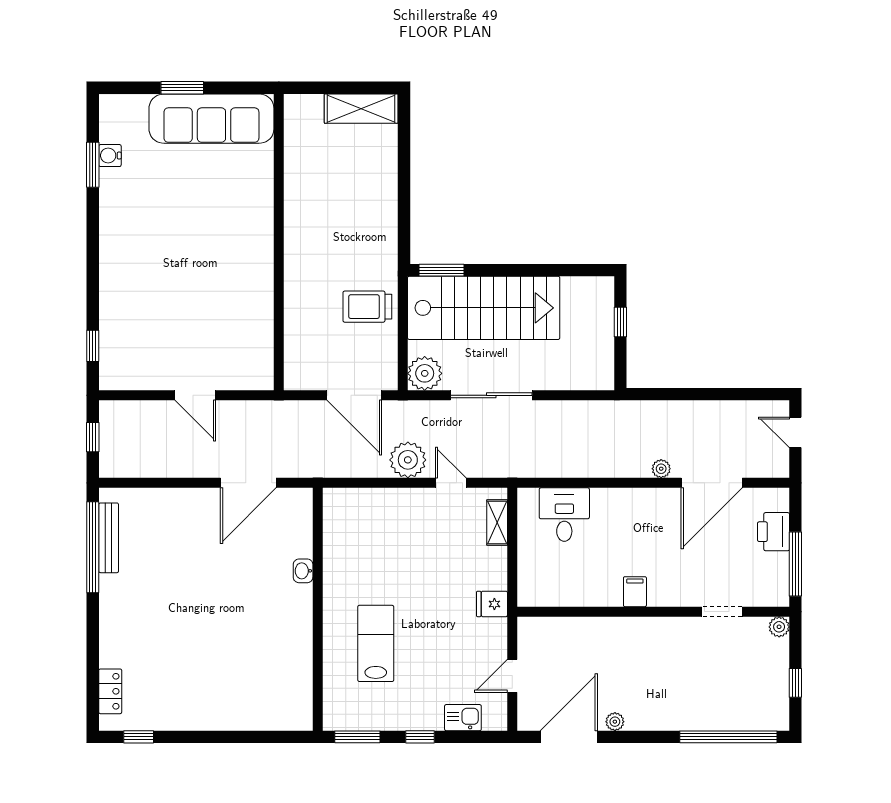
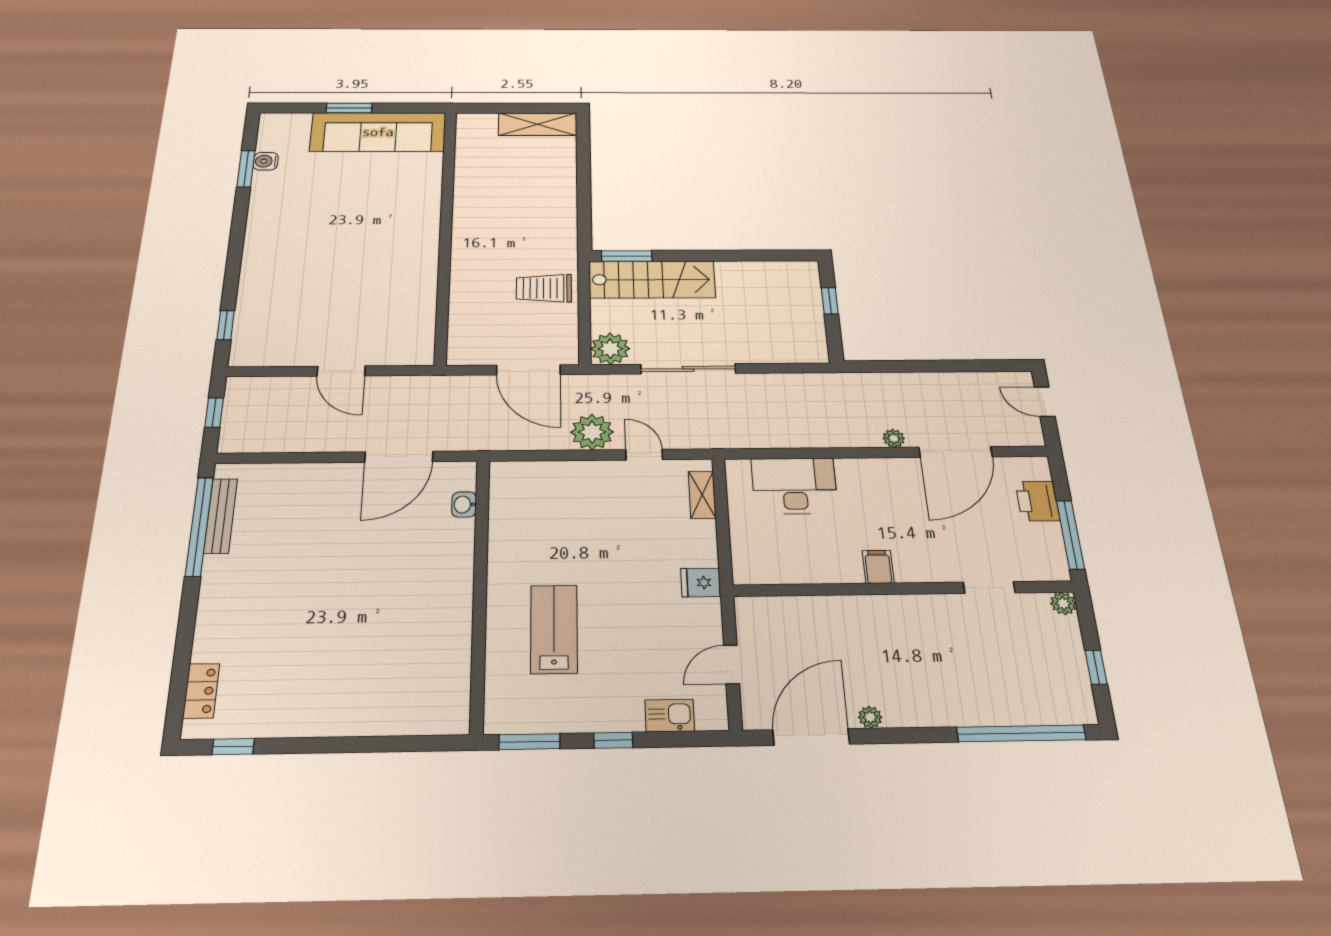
stairs: (484, 308) -> (652, 280), width x0.73, depth x0.66
desk: (564, 515) -> (794, 486), width x1.37
washbasin: (303, 571) -> (464, 505), moved

